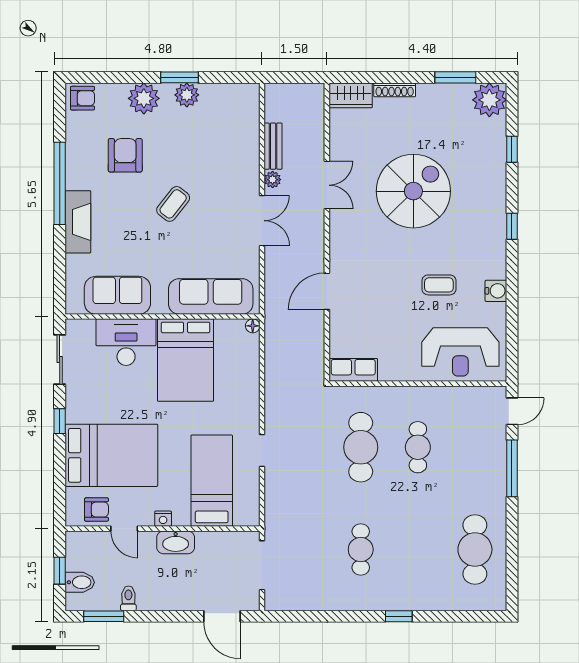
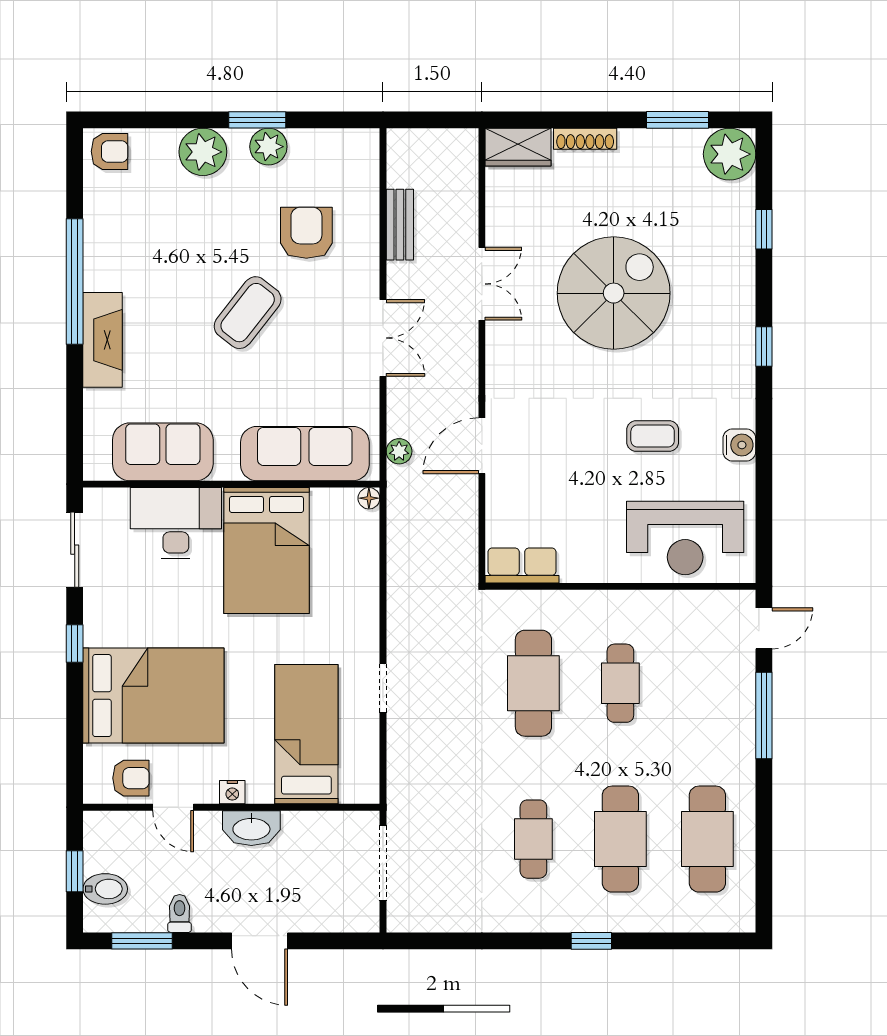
armchair: (125, 155) -> (306, 233), moved
plant: (273, 180) -> (399, 451), moved
coffee table: (173, 204) -> (248, 313), width x1.36, depth x1.30
cafe table: (418, 550) -> (620, 839), added
door: (222, 616) -> (259, 941), moved

